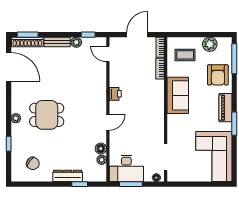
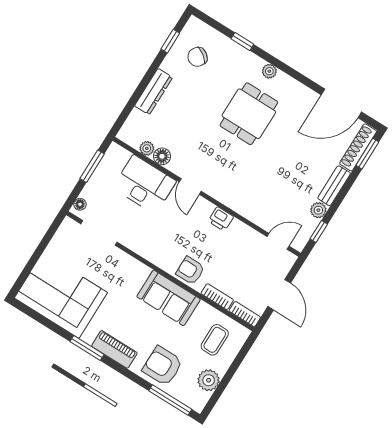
armchair: (155, 93) -> (190, 271), added
desk: (126, 168) -> (145, 184), moved, turned 90
window: (80, 184) -> (170, 41), moved

